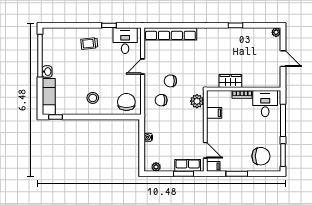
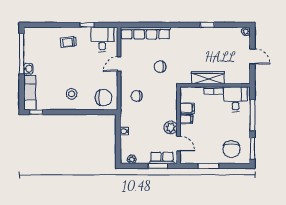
chair: (170, 81) -> (160, 67), moved
wardrobe: (230, 81) -> (208, 78), width x1.50
plant: (197, 101) -> (171, 127), moved
chair: (126, 102) -> (104, 98), turned 90
chair: (261, 156) -> (231, 149), turned 90
filing cabinet: (213, 166) -> (186, 119), moved

